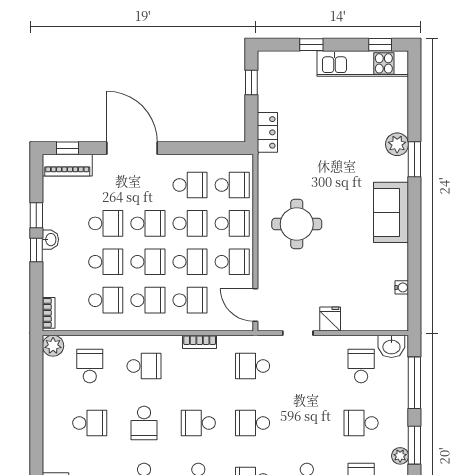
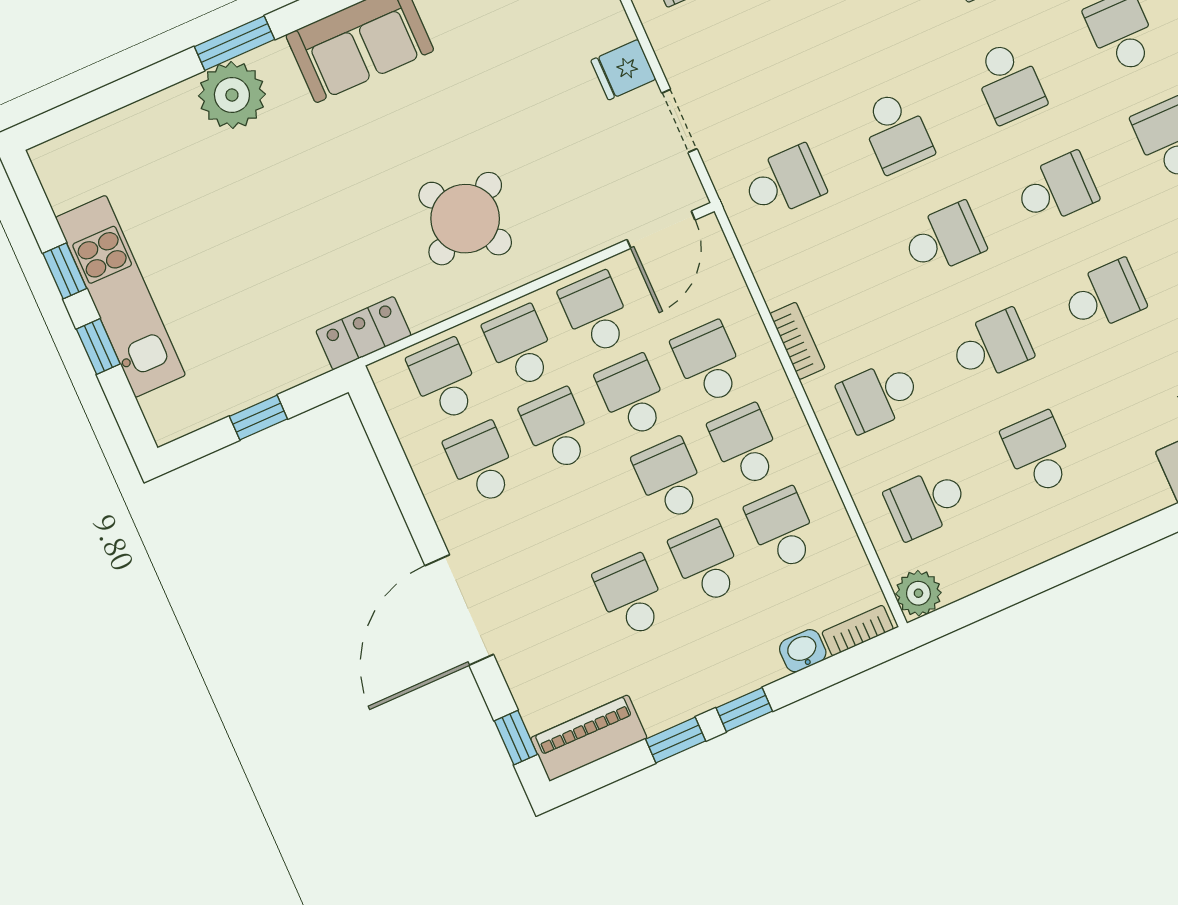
window: (380, 45) -> (65, 271), moved
kitchen unit: (363, 63) -> (121, 296), moved
window: (251, 82) -> (258, 418), moved
locker: (267, 132) -> (363, 333), moved
plant: (397, 144) -> (232, 95), width x1.36, depth x1.36
piano: (67, 165) -> (589, 738), moved, turned -90
school desk: (148, 223) -> (594, 513), removed
round table: (297, 224) -> (465, 219), turned -31
washbasin: (50, 240) -> (803, 651), moved
bookcase: (200, 342) -> (797, 341), moved
school desk: (144, 366) -> (879, 396), turned -90
school desk: (253, 366) -> (784, 182), turned -90
school desk: (198, 423) -> (944, 239), turned -90

